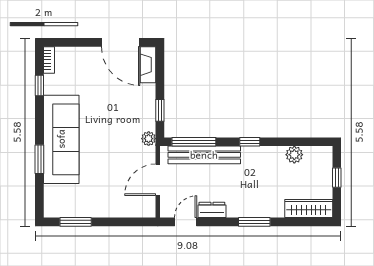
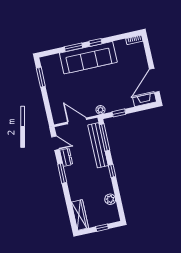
window: (39, 86) -> (95, 42), moved
window: (254, 222) -> (62, 173), moved

